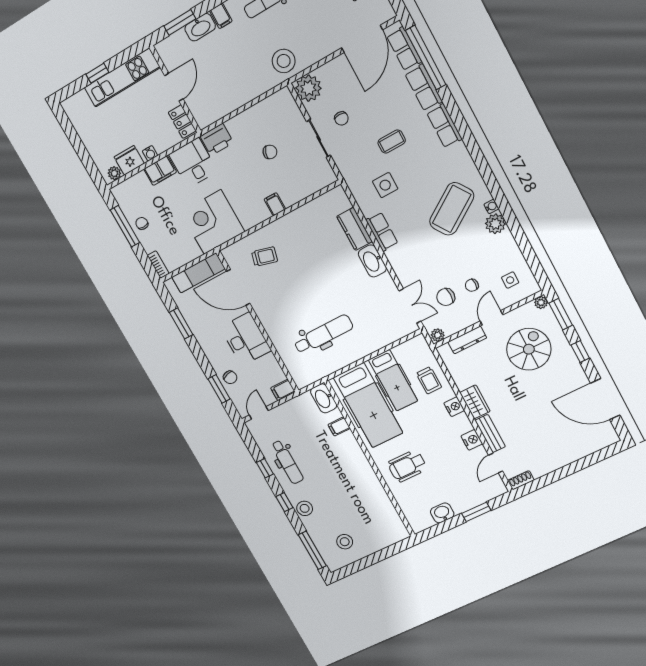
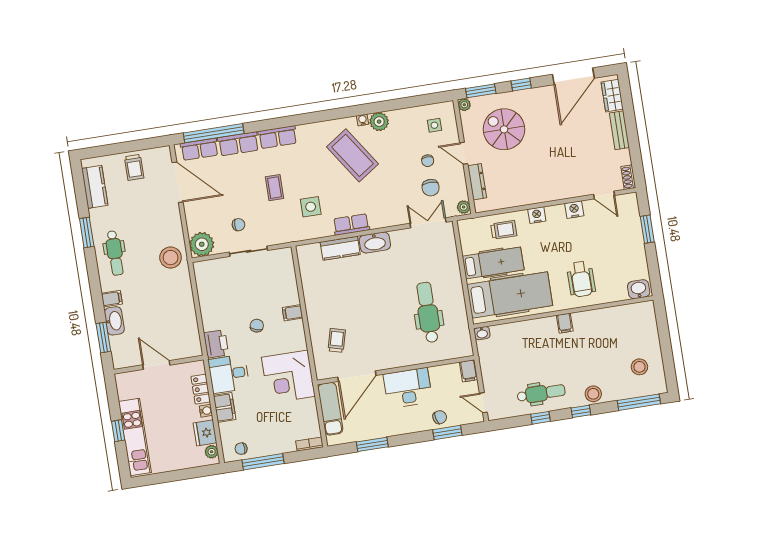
kitchen unit: (122, 78) -> (135, 437), moved
locker: (182, 122) -> (201, 389), moved, turned 90
chair: (270, 152) -> (257, 326), moved
chair: (142, 223) -> (241, 449), moved
washbasin: (324, 398) -> (482, 333), width x0.52, depth x0.69
wardrobe: (475, 402) -> (612, 96), moved, turned -90
filing cabinet: (339, 426) -> (565, 323), moved
bench: (490, 434) -> (619, 130), moved, turned 90
washbasin: (442, 513) -> (639, 289), moved, turned 90

